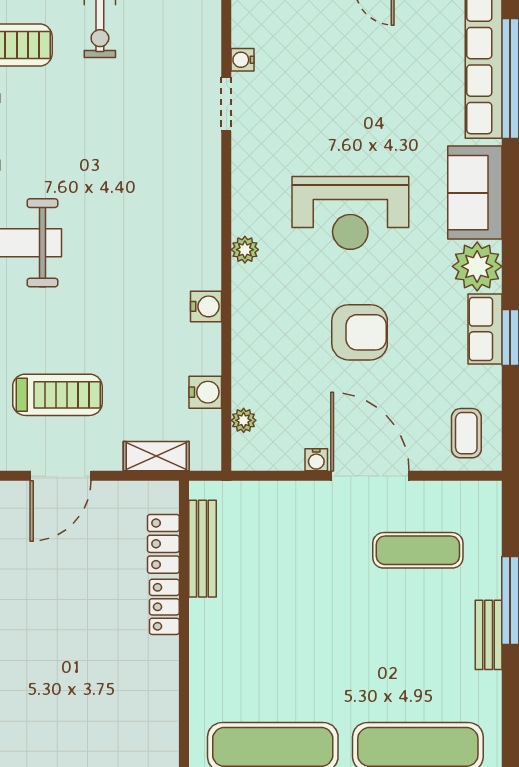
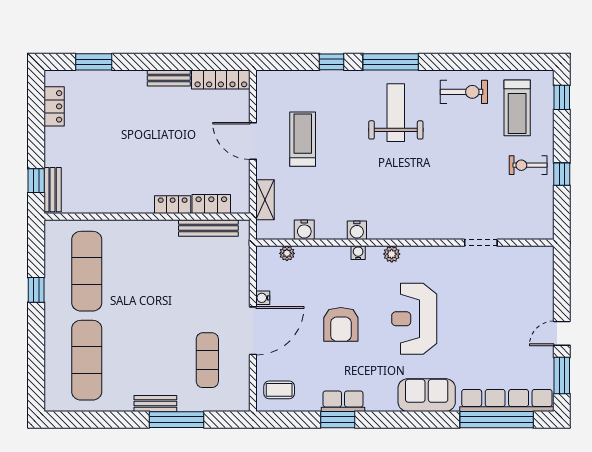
water cooler: (243, 60) -> (358, 253), moved
plant: (477, 266) -> (381, 396), removed
treadmill: (57, 395) -> (303, 139), turned 180

